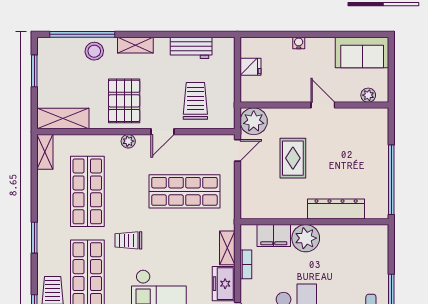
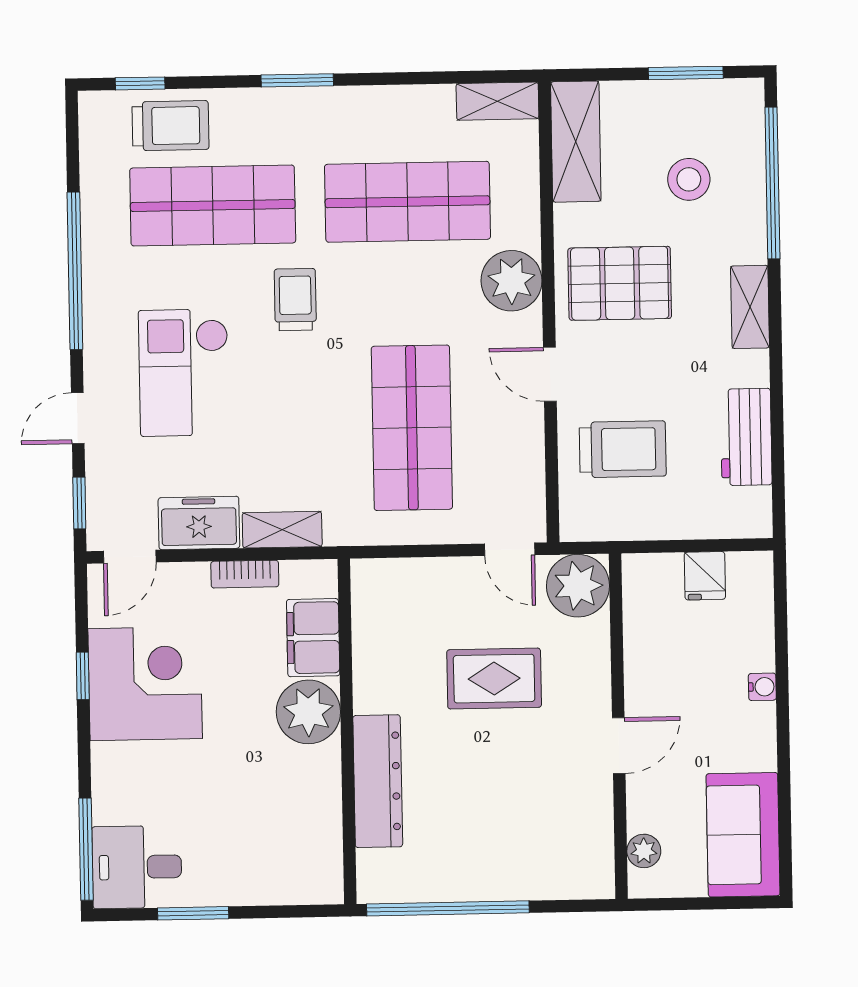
stool: (94, 51) -> (689, 179), moved
plant: (128, 141) -> (512, 281), width x1.87, depth x1.87

